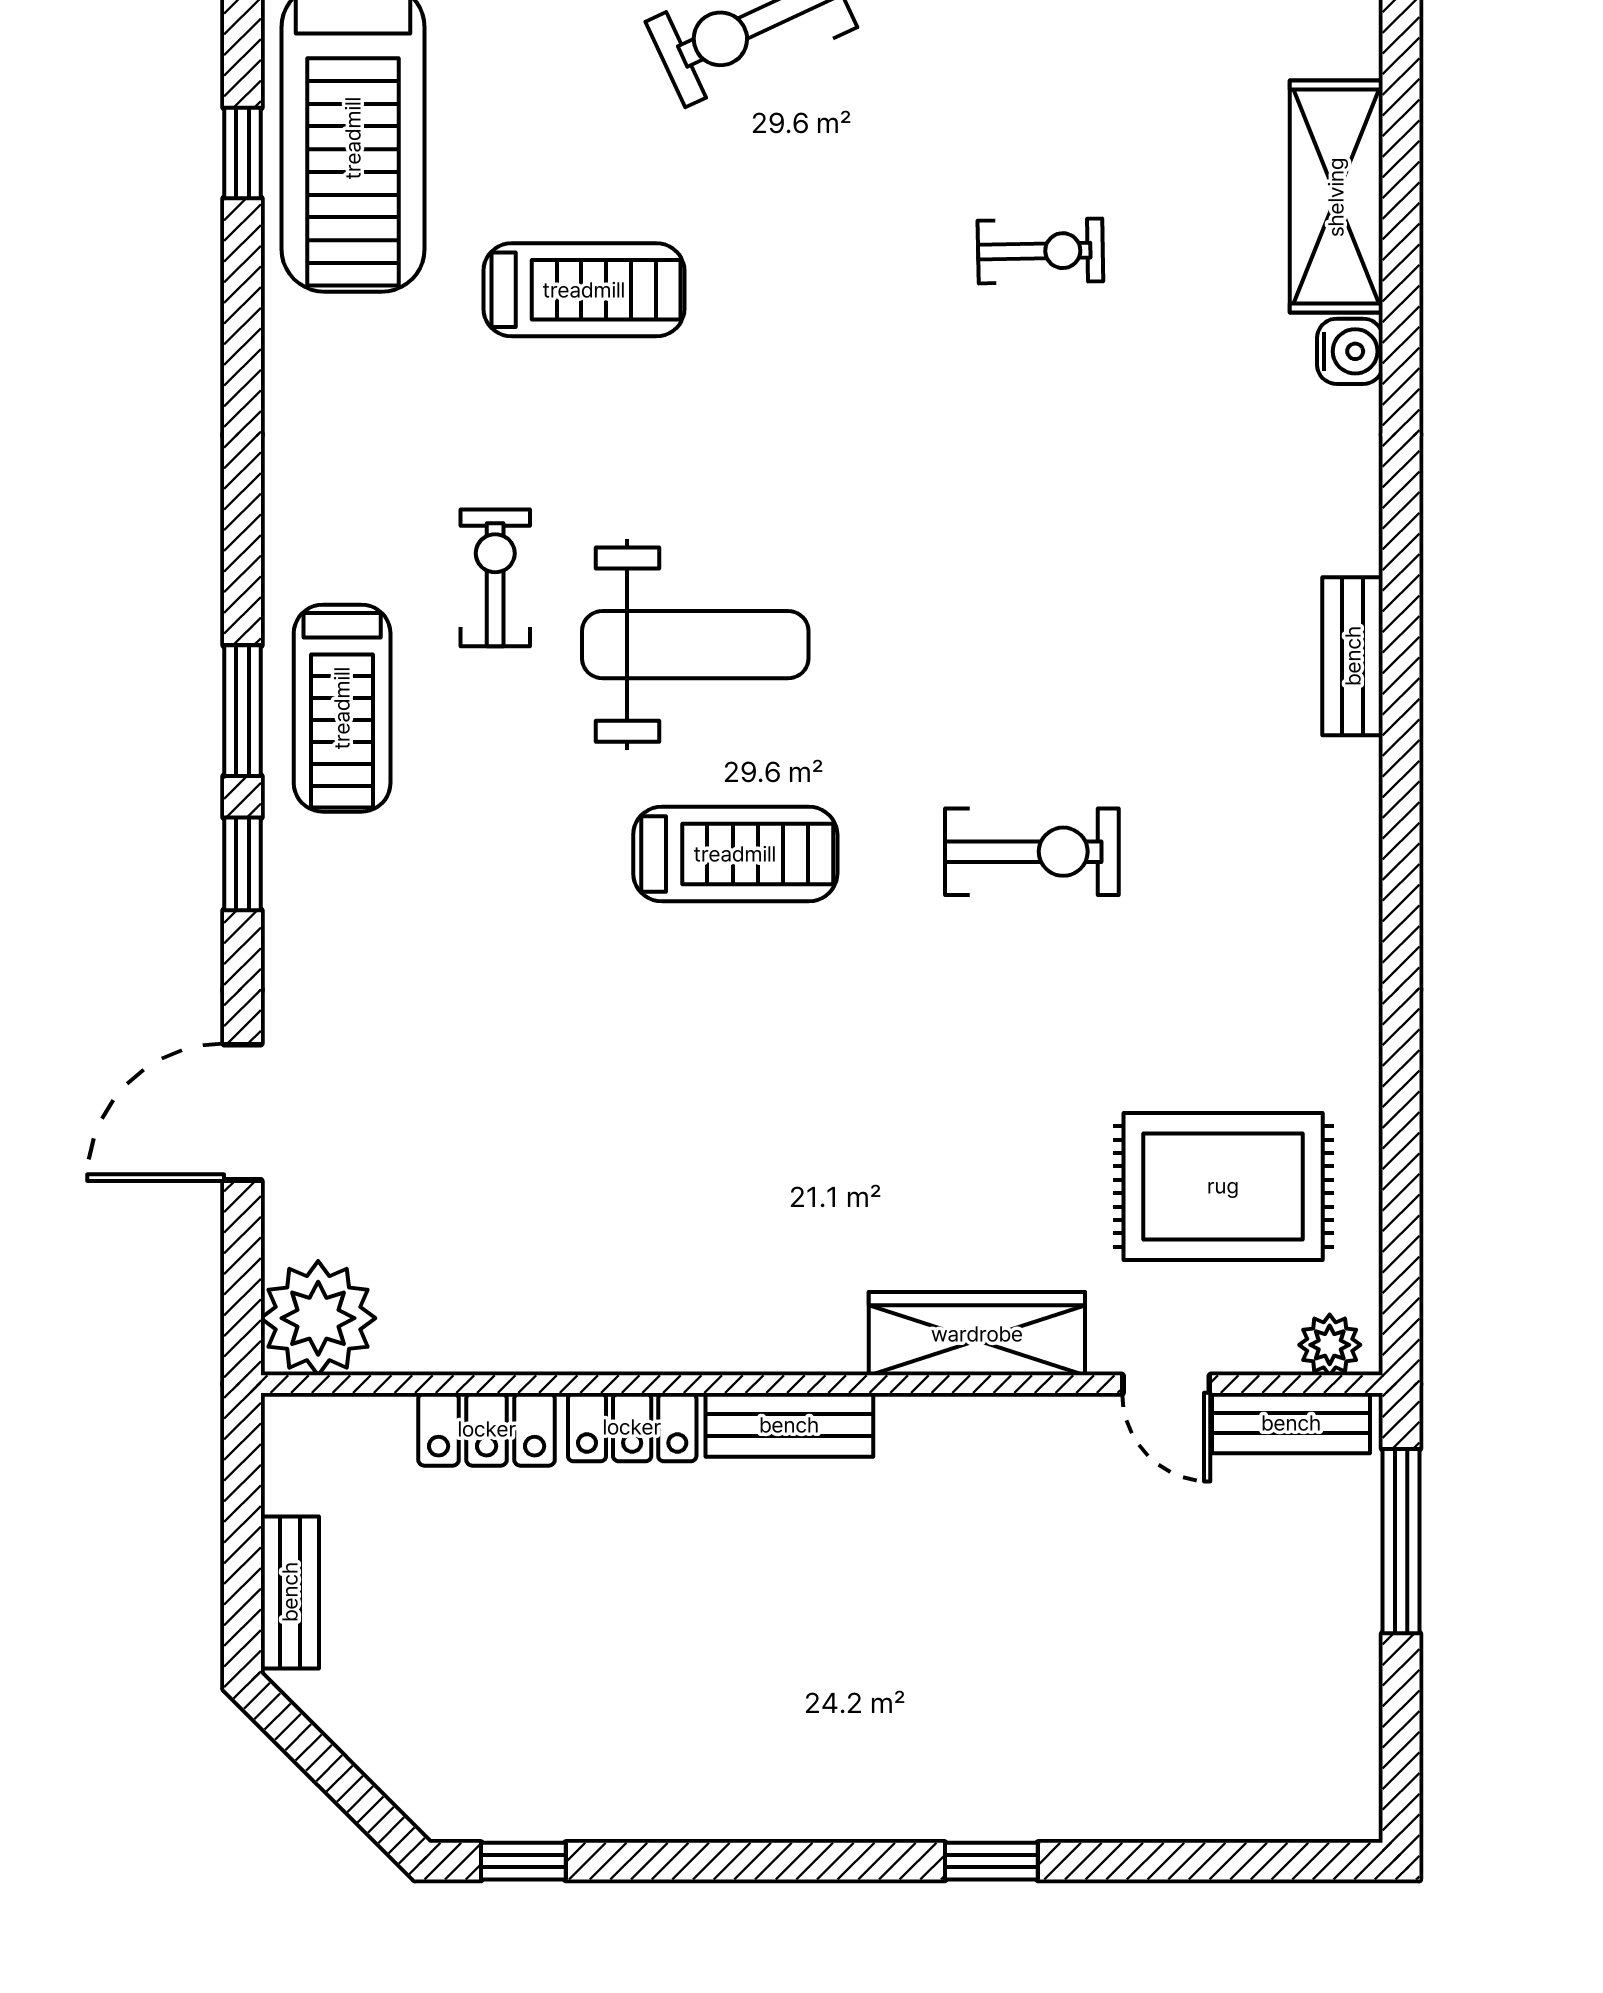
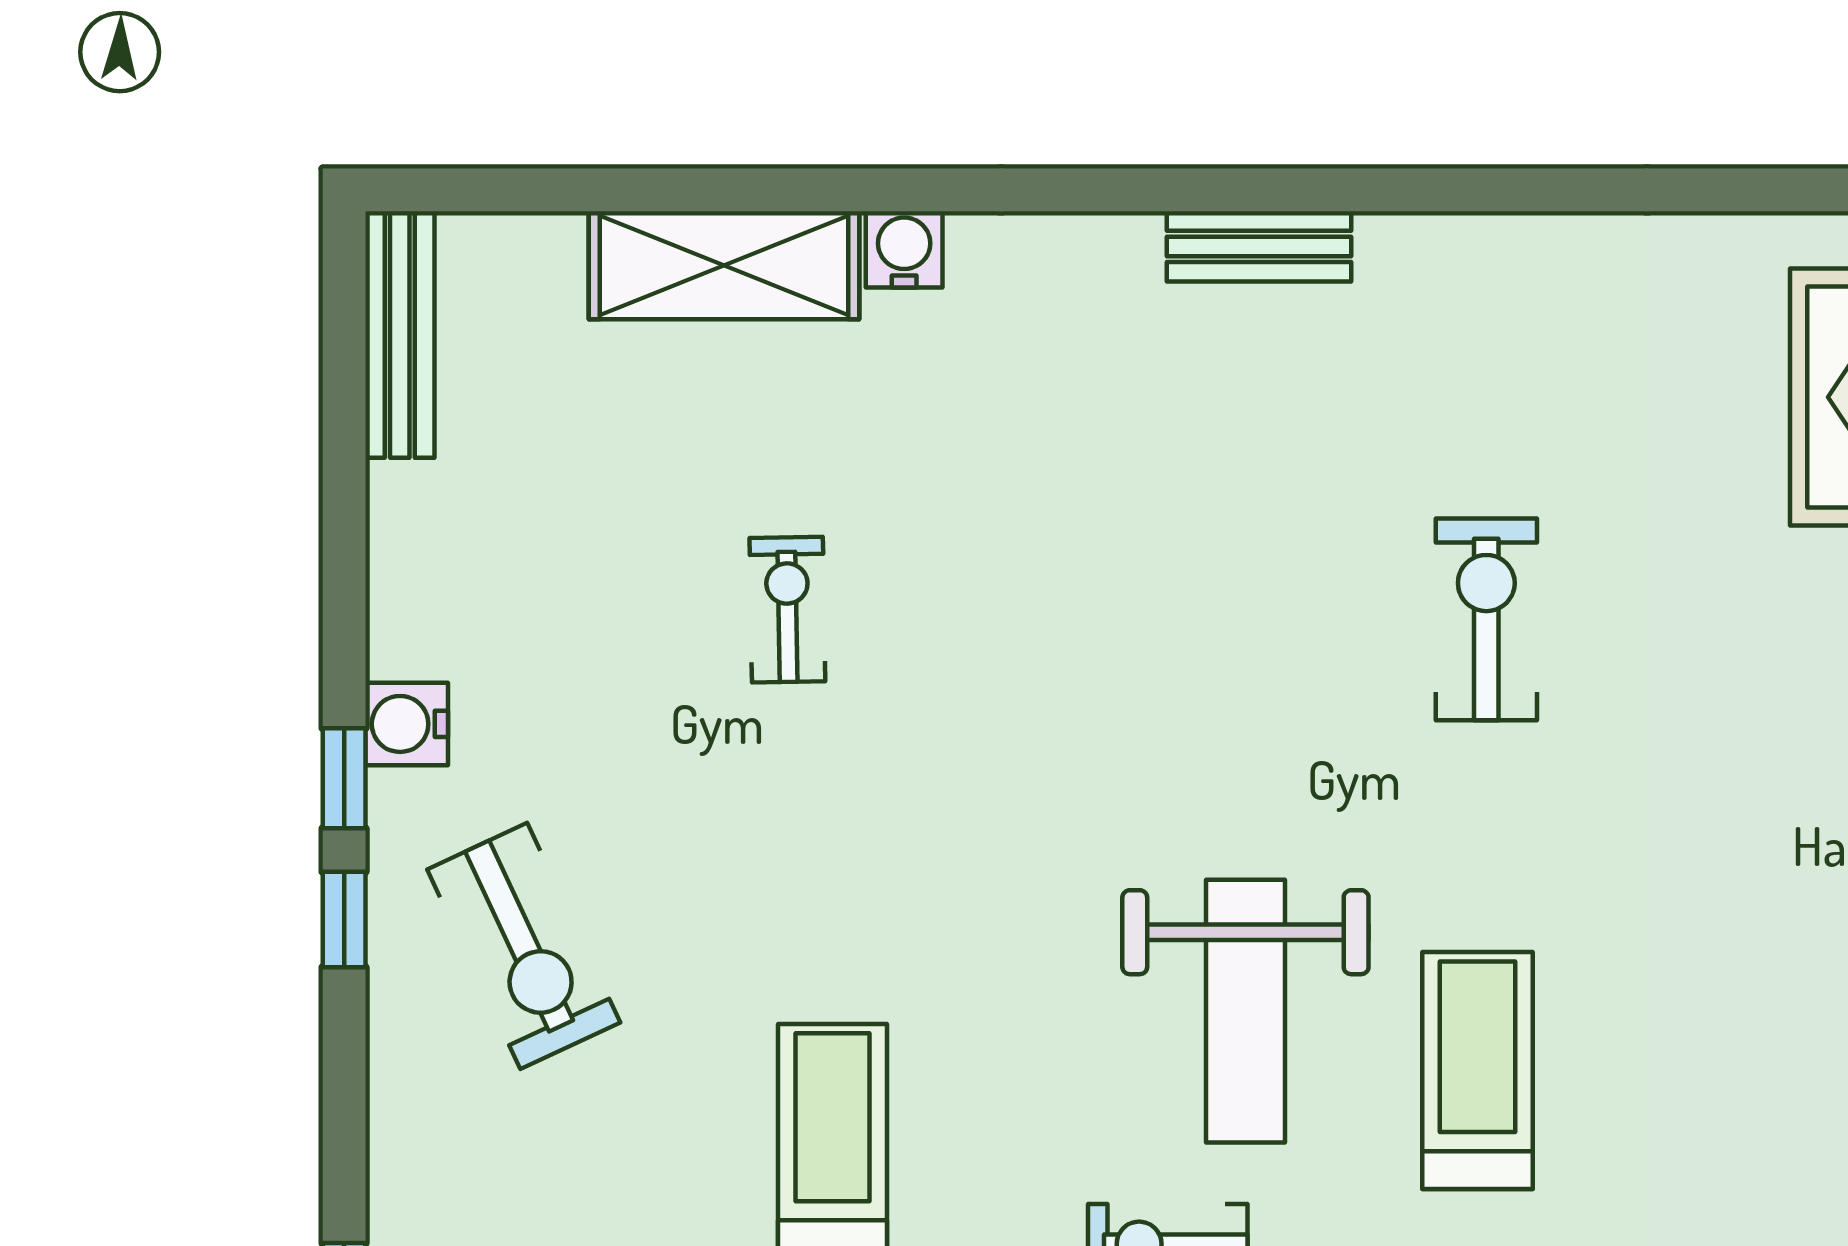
weight bench: (695, 645) -> (1245, 1011), turned 180
treadmill: (735, 854) -> (1477, 1071), moved

